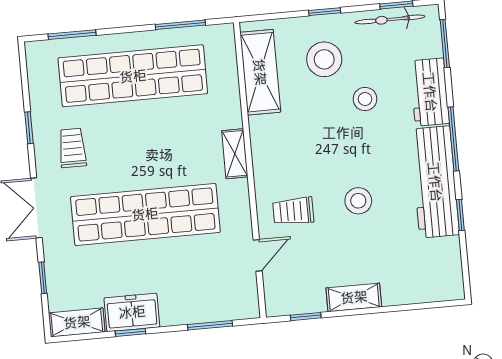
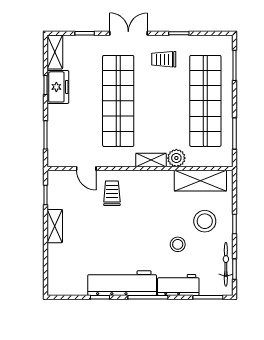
plant: (228, 114) -> (176, 158), added
trolley: (72, 148) -> (164, 59), turned 180
stool: (358, 201) -> (115, 234), removed

